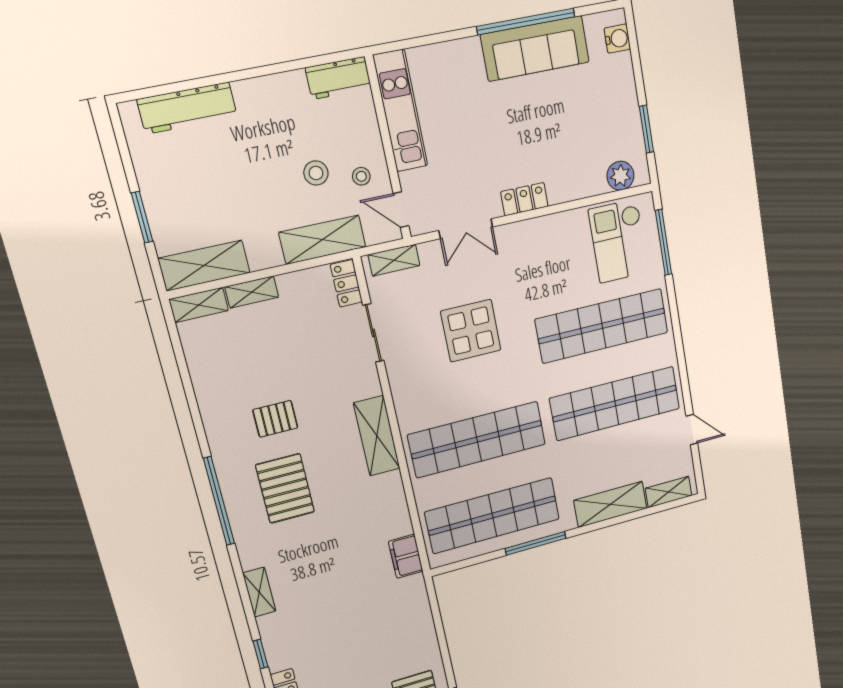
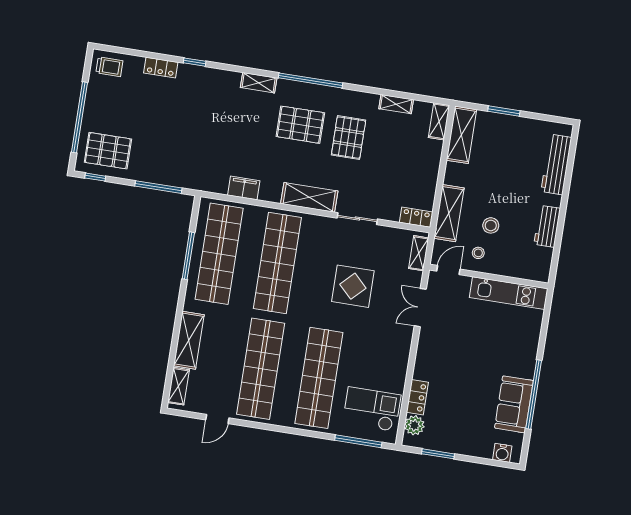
sofa: (535, 48) -> (514, 404), width x0.73
workbench: (338, 78) -> (547, 226), moved
locker: (524, 199) -> (417, 397), moved
shelving: (252, 292) -> (396, 104), moved, turned 90
sliding door: (373, 333) -> (357, 219), moved
pallet: (275, 419) -> (349, 138), width x1.50, depth x1.42
window: (536, 543) -> (188, 256), moved
filing cabinet: (406, 556) -> (244, 188), moved
shelving: (259, 592) -> (259, 83), moved
window: (438, 624) -> (158, 187), added

